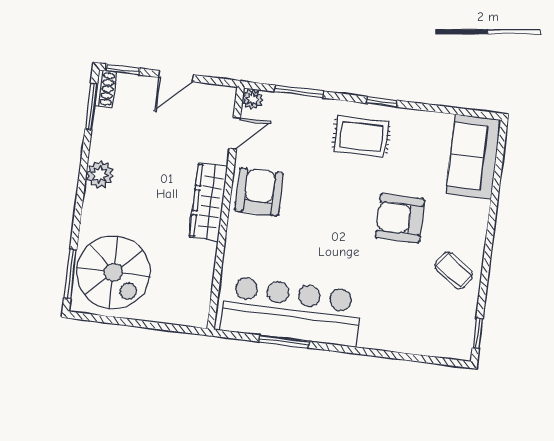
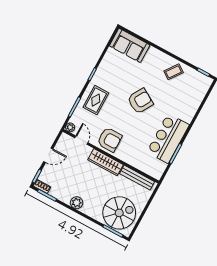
door: (176, 76) -> (48, 155), hinge flipped
rug: (361, 137) -> (96, 100), moved
armchair: (259, 192) -> (110, 140), turned 180
armchair: (400, 218) -> (140, 101), moved, turned -149
bench: (202, 281) -> (137, 178), added
bar counter: (291, 311) -> (168, 138), width x0.73

